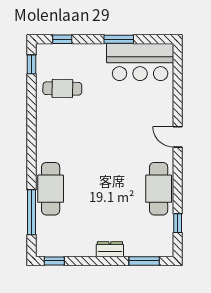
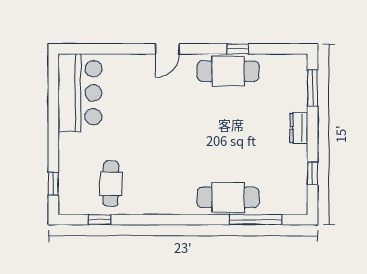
window: (119, 39) -> (53, 118), removed
window: (32, 64) -> (100, 220), moved
window: (178, 223) -> (238, 49), moved
window: (54, 261) -> (312, 173), moved

